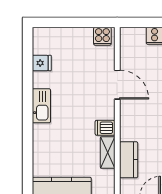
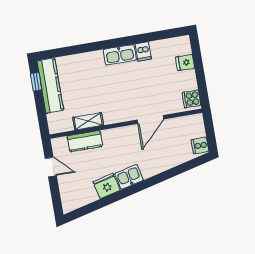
fridge: (42, 63) -> (185, 63), moved, turned 90
dishwasher: (105, 128) -> (143, 51), moved, turned 180

